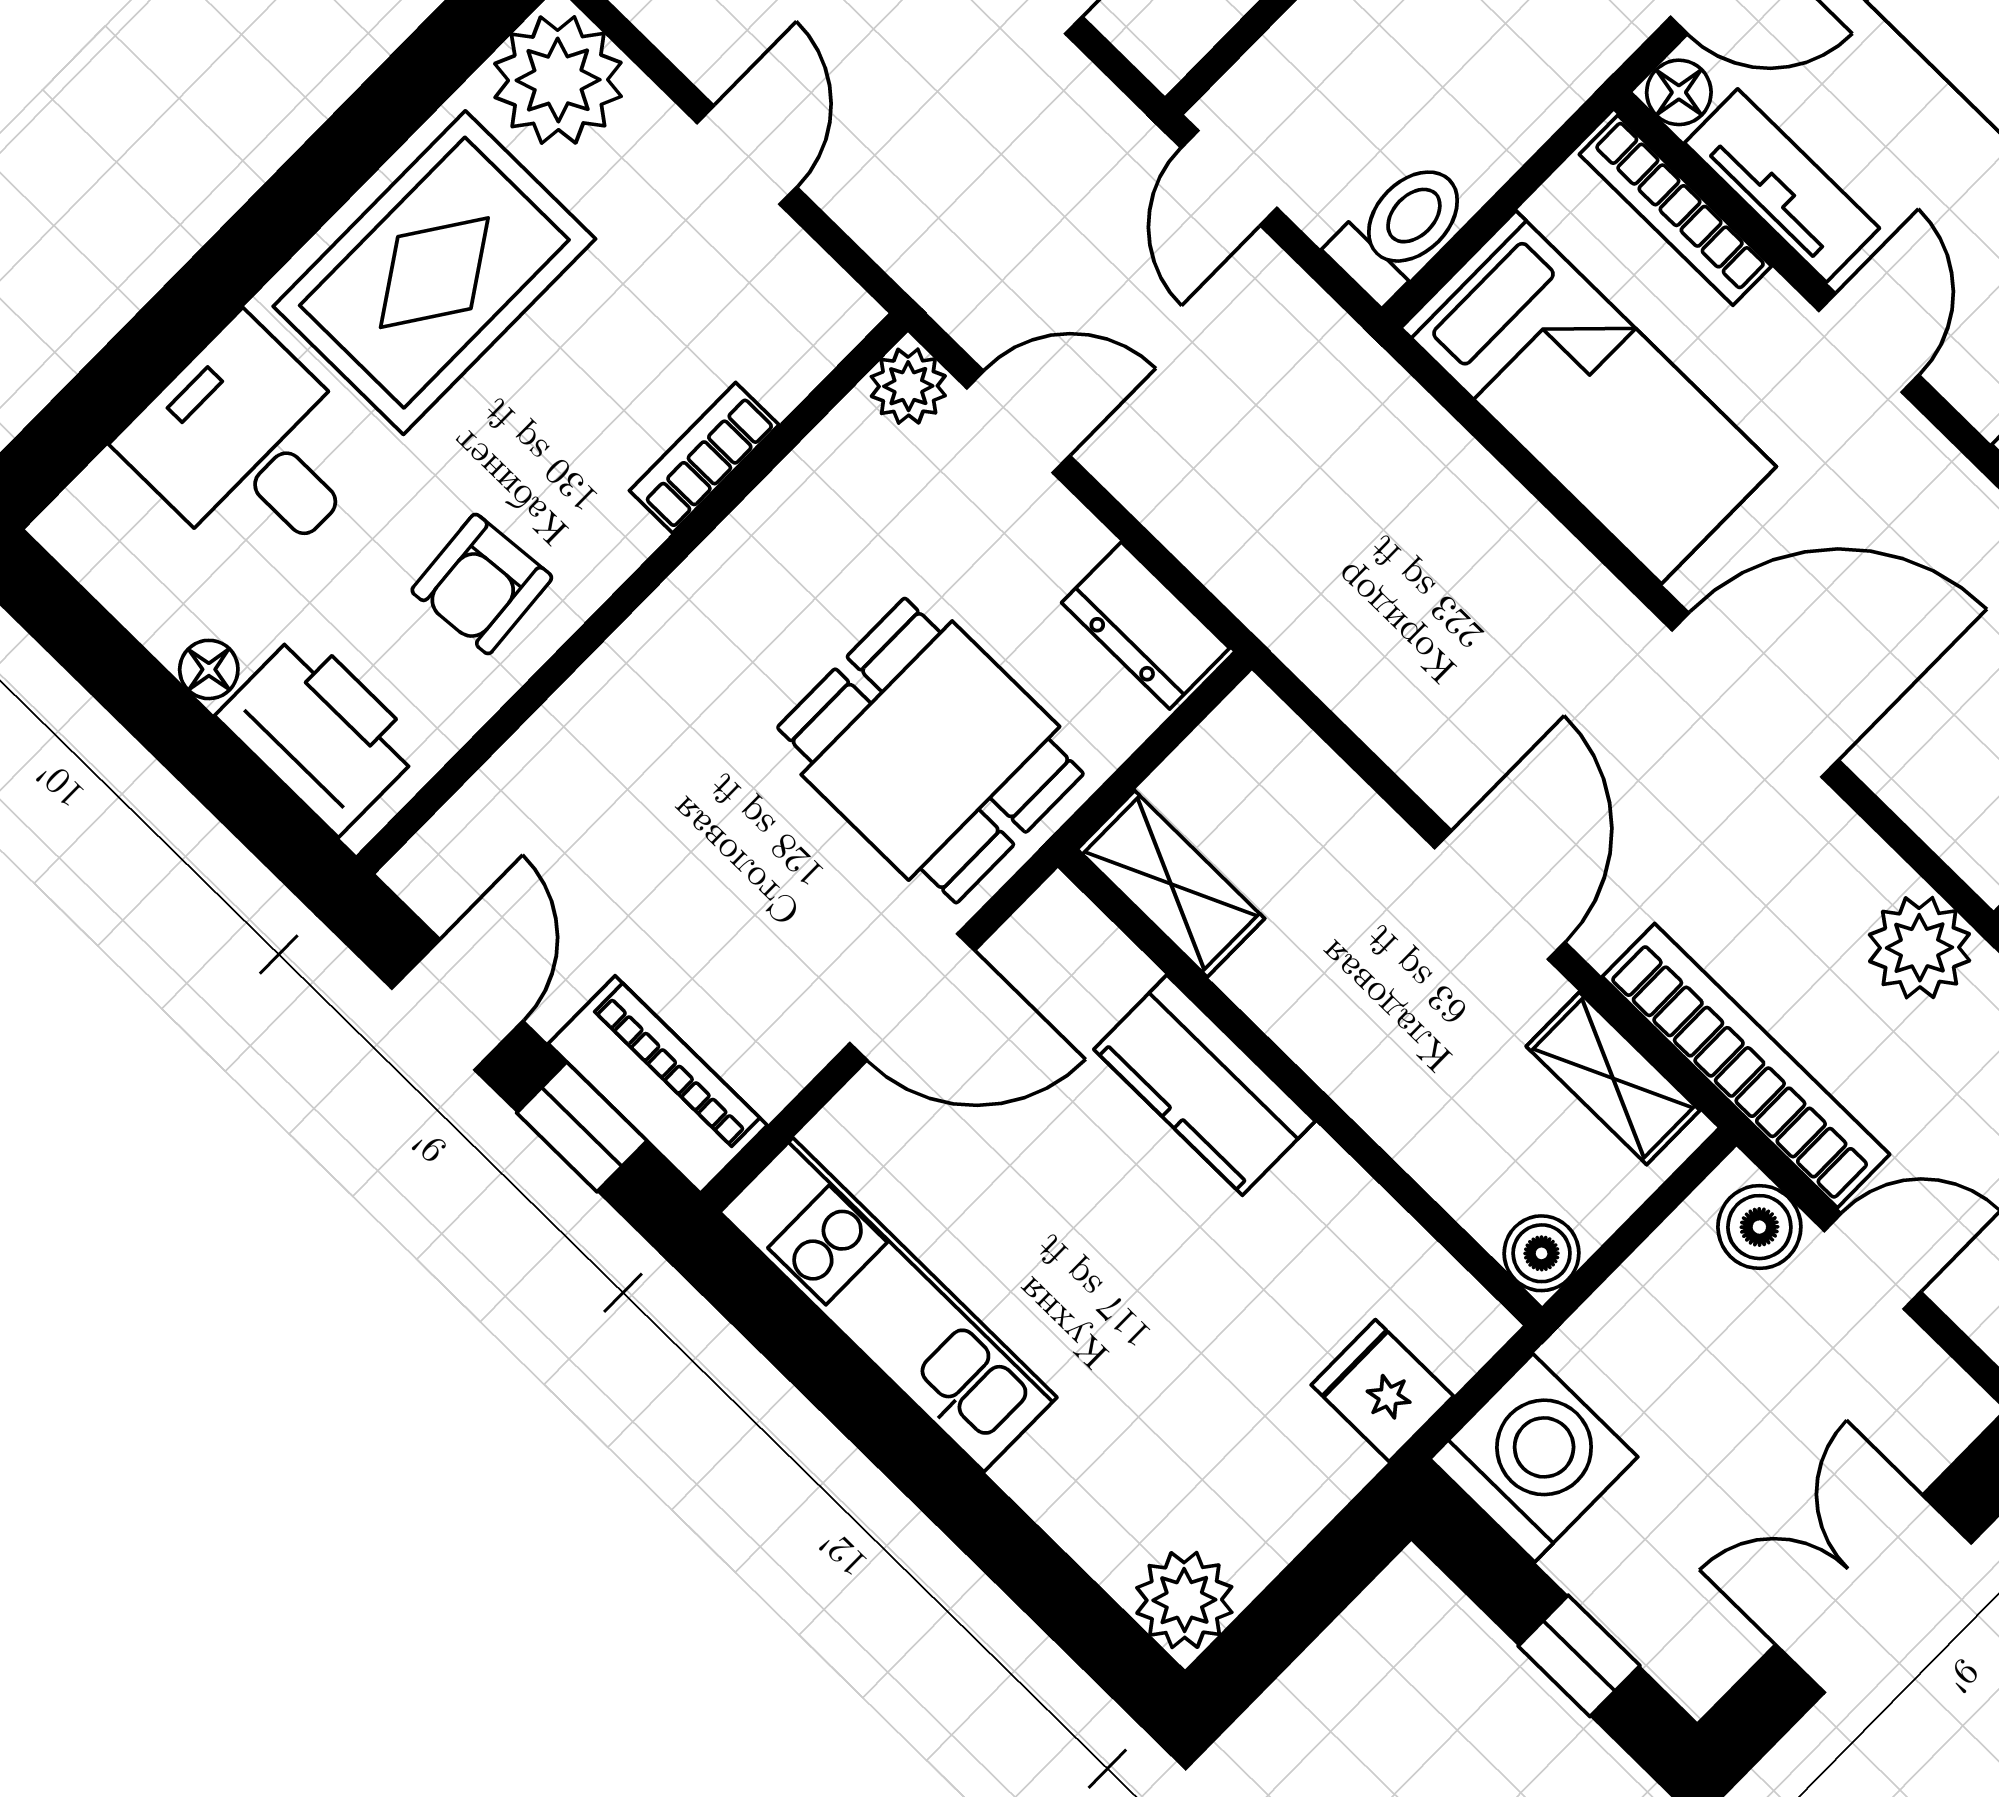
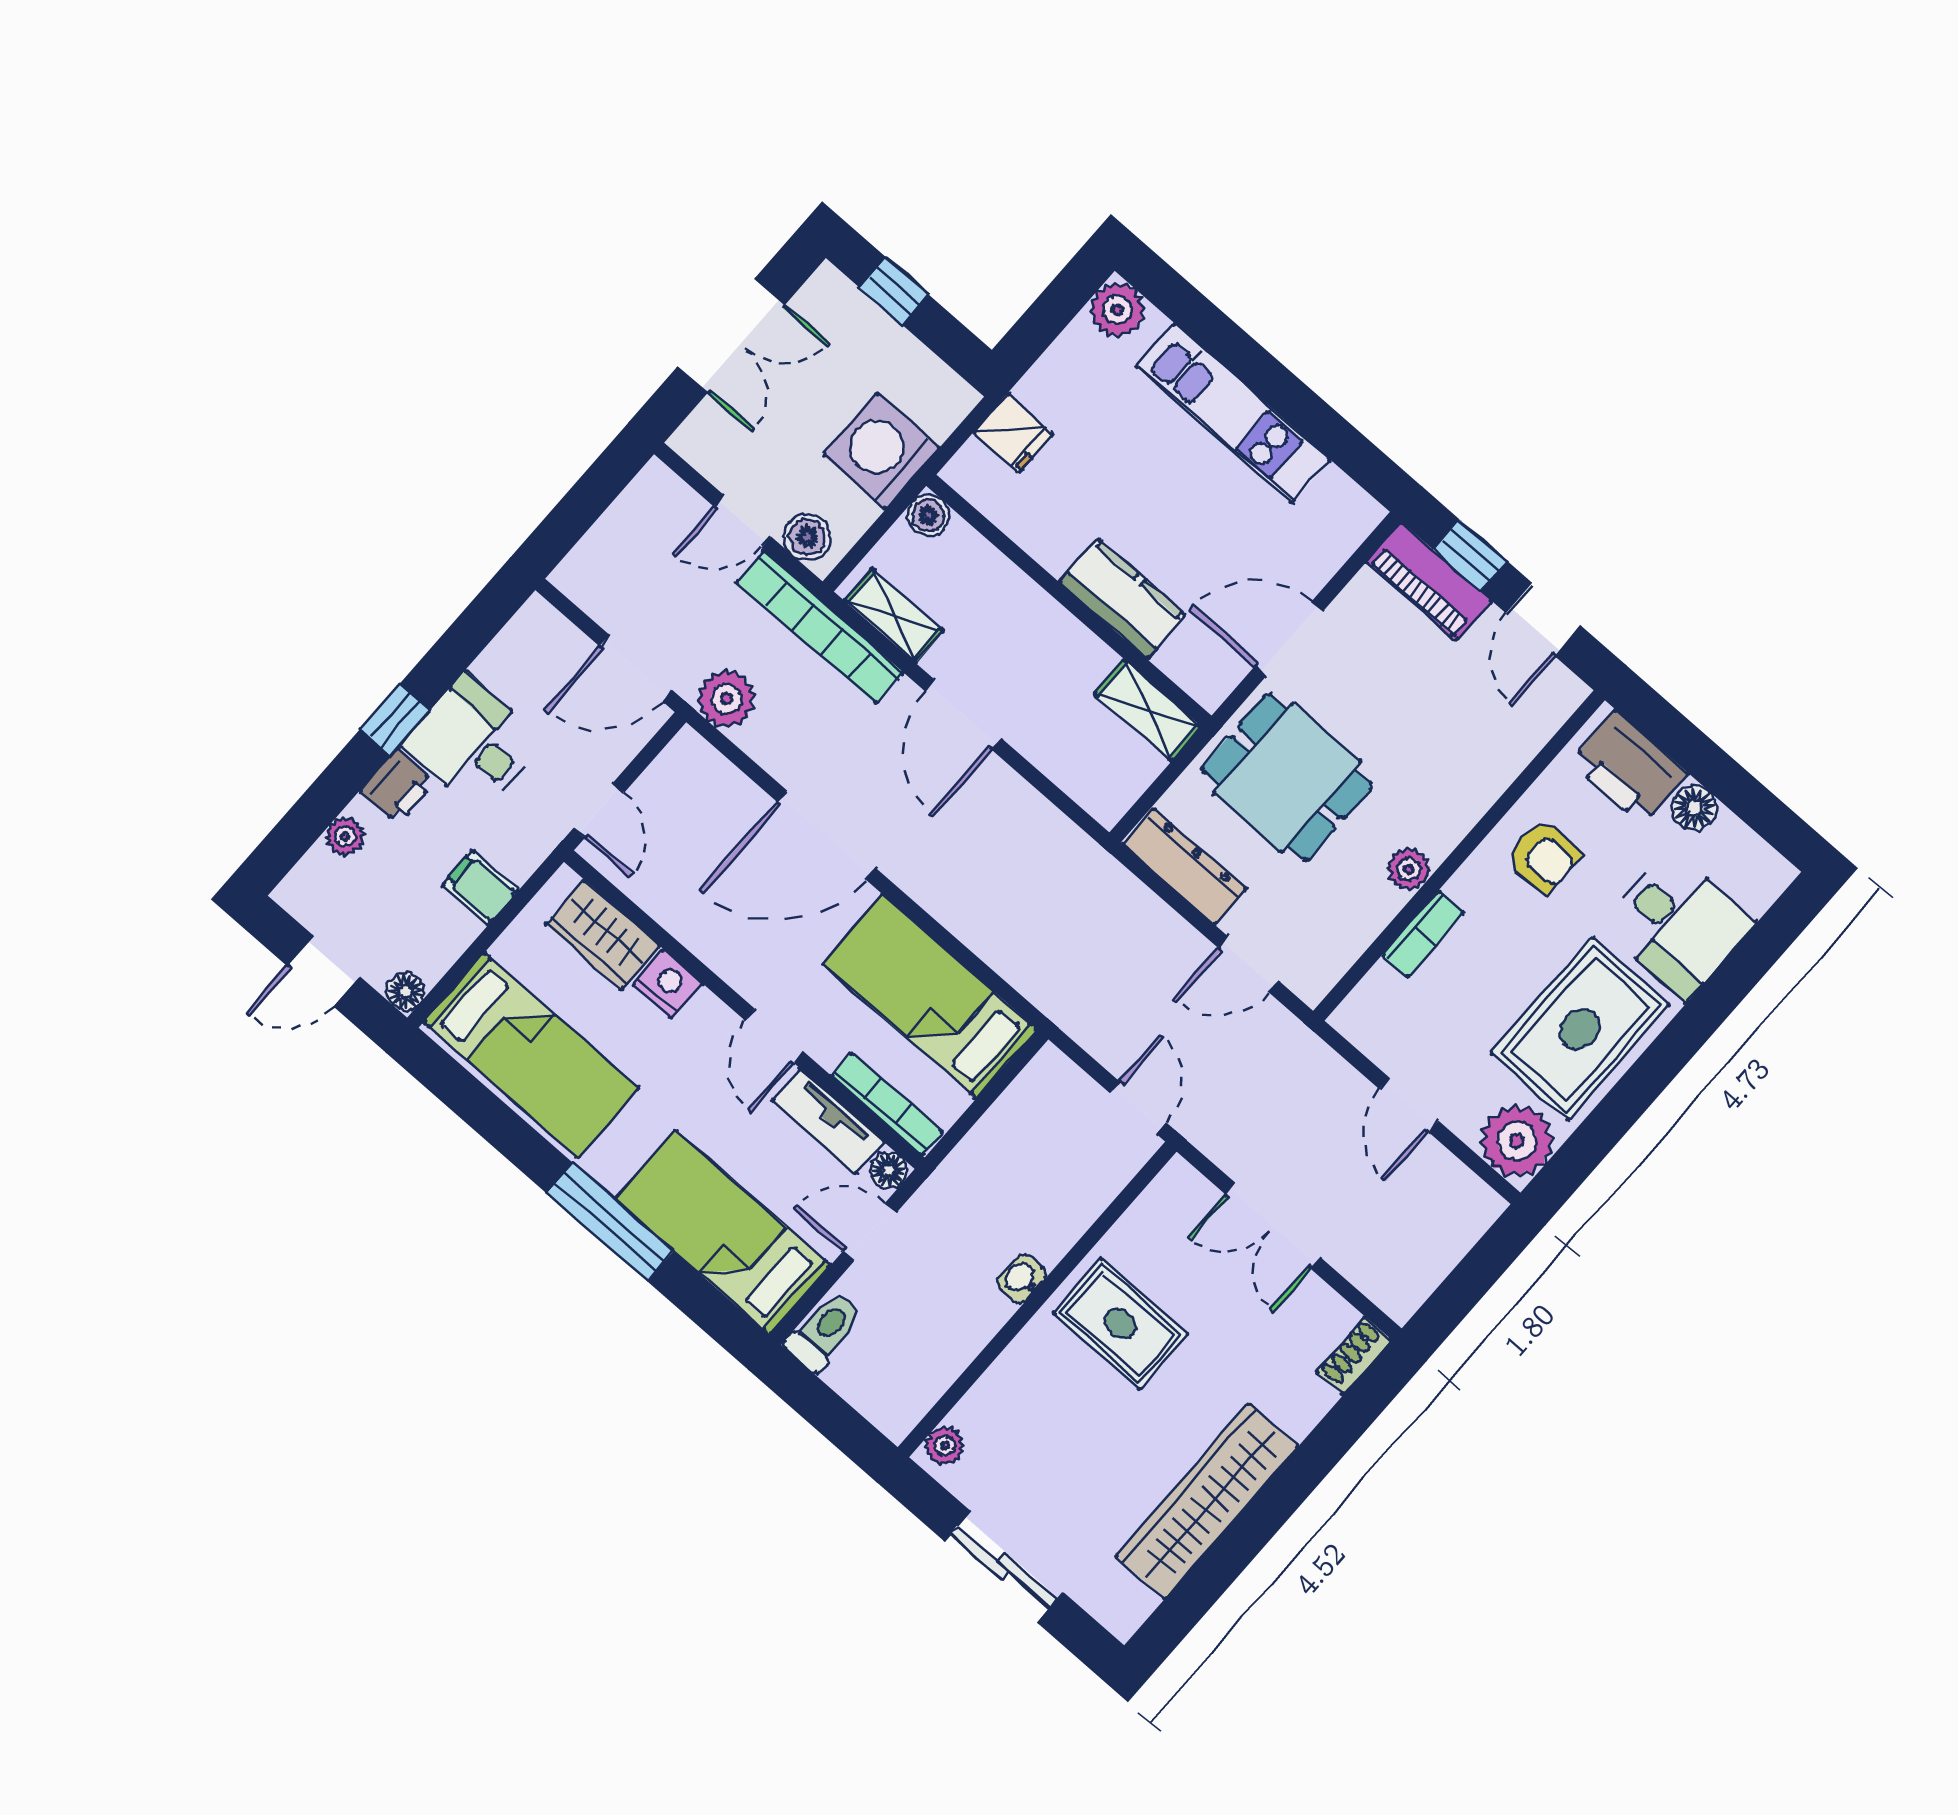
toilet: (1400, 229) -> (1040, 1084), removed
plant: (908, 386) -> (1409, 869), moved
armchair: (482, 584) -> (1544, 856), turned 95
dresser: (1145, 625) -> (1184, 867), width x1.44
floor lamp: (209, 669) -> (1694, 808), width x1.37, depth x1.37
kitchen unit: (888, 1305) -> (1233, 413), moved
washing machine: (1534, 1458) -> (882, 451), moved, turned 90

